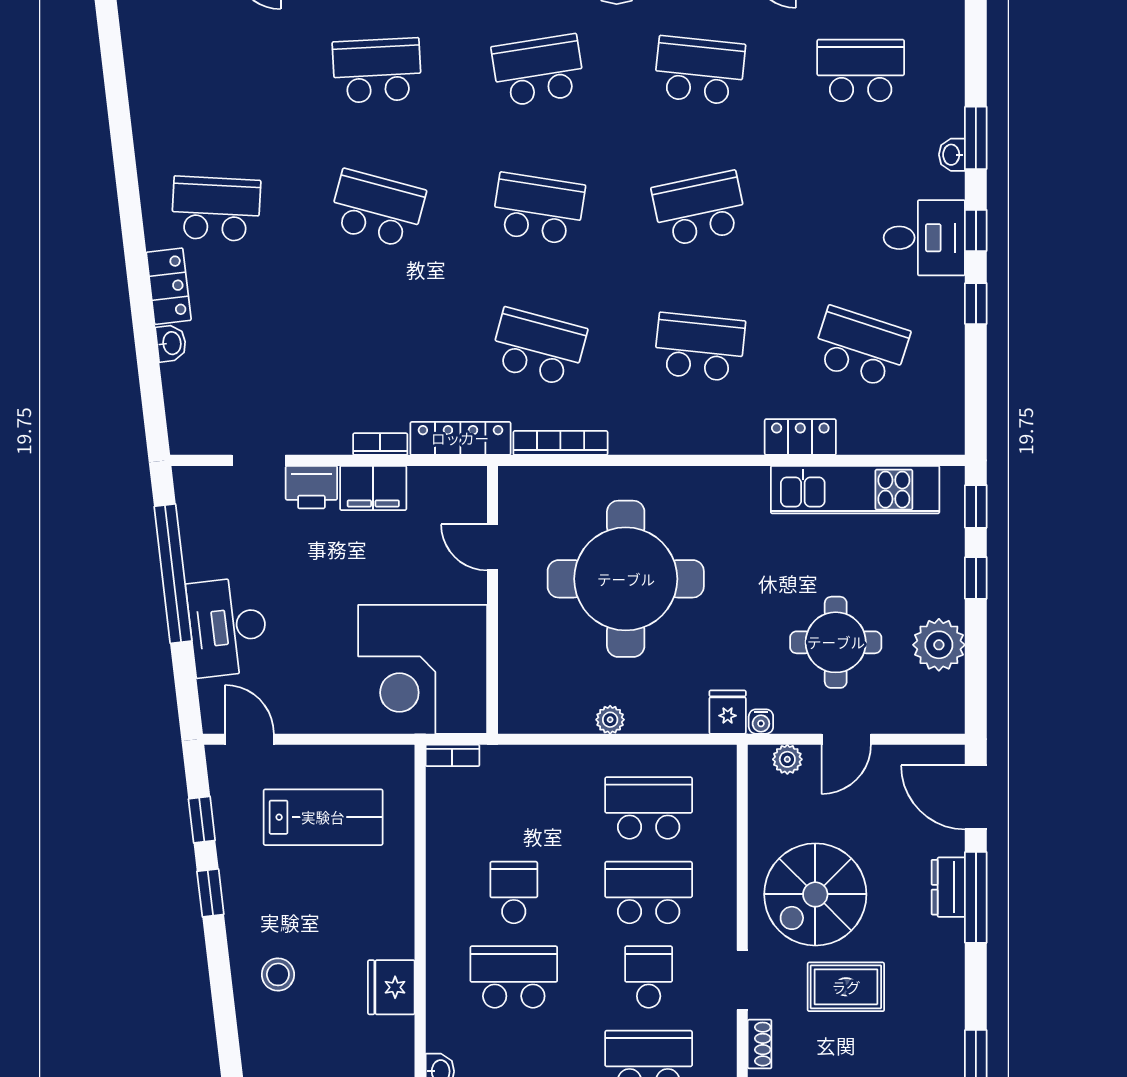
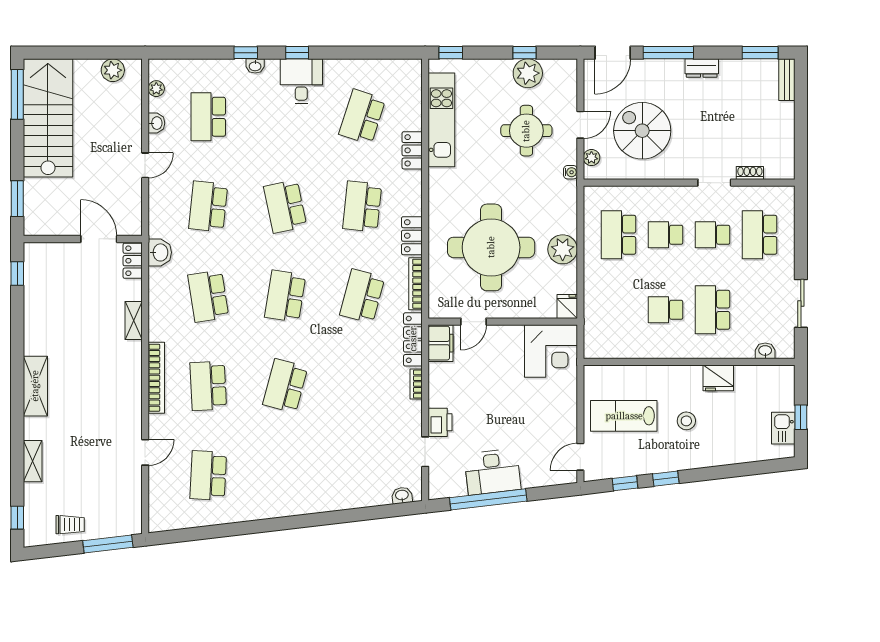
window: (976, 138) -> (246, 53), width x0.67
school desk: (216, 209) -> (208, 475), moved
locker: (169, 286) -> (412, 236), moved, turned -83
window: (976, 304) -> (338, 53), removed
washbasin: (171, 343) -> (402, 495), moved
filing cabinet: (373, 488) -> (441, 343), moved
window: (976, 578) -> (524, 53), moved
desk: (228, 627) -> (493, 472), moved
corner desk: (423, 669) -> (551, 351), width x0.74, depth x0.74
fridge: (728, 712) -> (567, 306), moved, turned 90
plant: (610, 720) -> (563, 249), width x1.88, depth x1.88
door: (846, 739) -> (580, 125), hinge flipped
bookcase: (452, 755) -> (589, 344), removed
lab bench: (323, 817) -> (624, 416), turned -90
dresser: (948, 887) -> (702, 68), moved
school desk: (649, 892) -> (666, 235), width x0.54
spiral stairs: (815, 894) -> (642, 131), moved, turned 180
stool: (278, 974) -> (686, 421), moved
rug: (846, 987) -> (718, 125), removed

